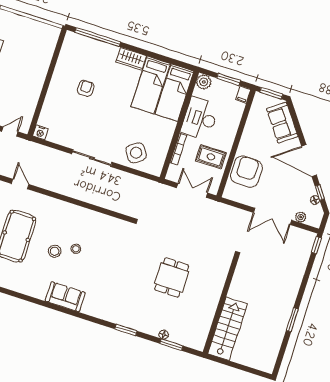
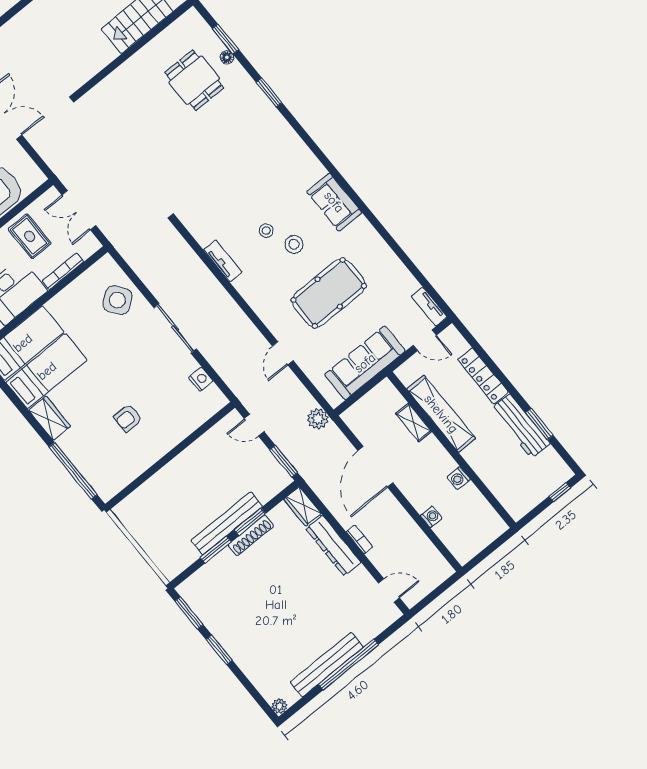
nightstand: (40, 132) -> (201, 379), moved
tv unit: (90, 215) -> (223, 261), added
dining table: (172, 277) -> (194, 80), moved, turned 90
sofa: (65, 297) -> (334, 202), moved

